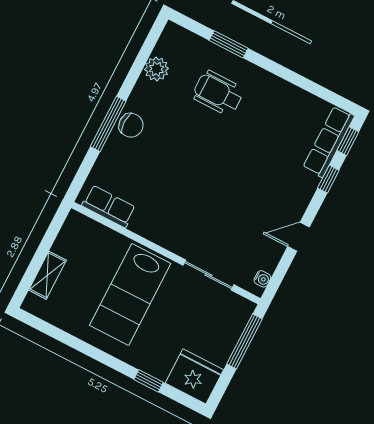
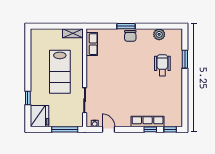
window: (108, 124) -> (126, 26), width x0.69
row of seats: (329, 142) -> (148, 122), moved
door: (299, 237) -> (109, 129), moved
shelving: (47, 275) -> (73, 33), moved
lab bench: (130, 294) -> (60, 72), turned -90

